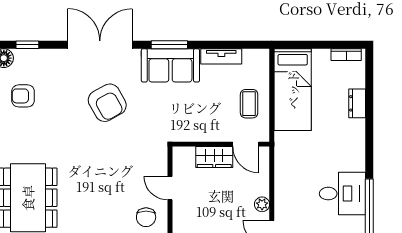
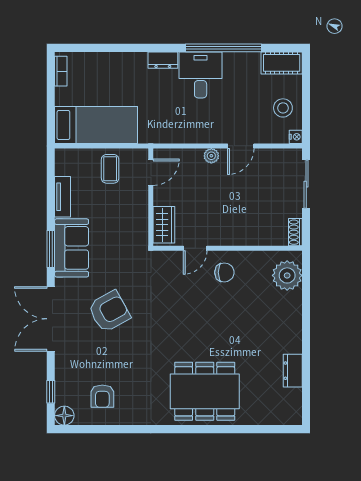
dresser: (357, 103) -> (163, 60), moved
coffee table: (249, 104) -> (110, 169), turned 90
wardrobe: (214, 157) -> (164, 225), moved

